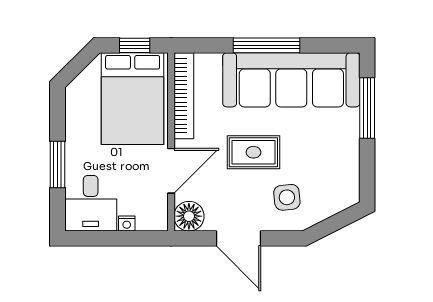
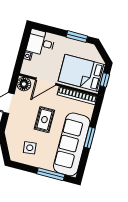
window: (267, 45) -> (90, 138), width x0.69
window: (58, 165) -> (77, 37), moved
door: (171, 171) -> (46, 81), hinge flipped
side table: (287, 197) -> (30, 148), moved

